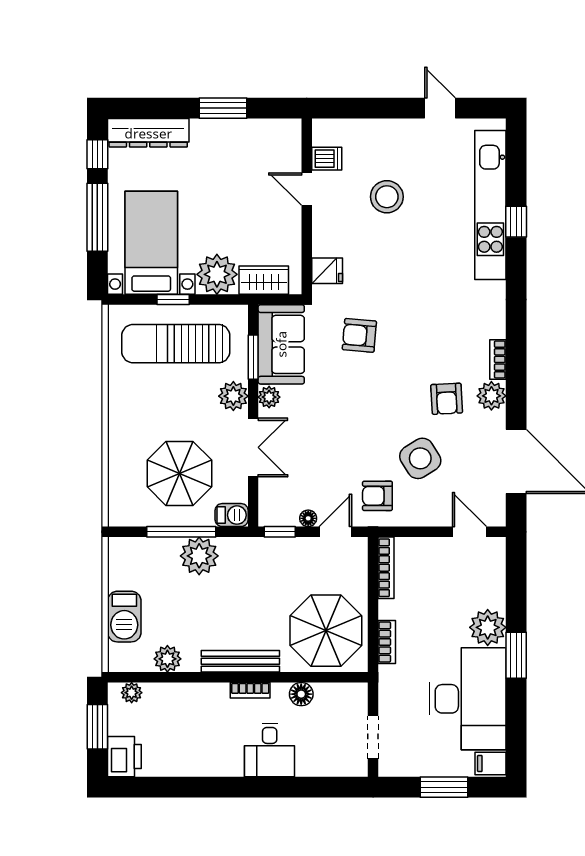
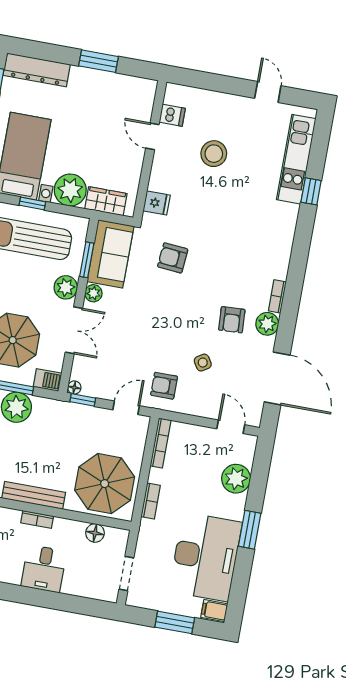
kitchen unit: (490, 205) -> (296, 159), width x0.73
side table: (420, 458) -> (203, 363), width x0.54, depth x0.54
floor lamp: (308, 518) -> (74, 388), moved
plant: (488, 627) -> (236, 479), moved
floor lamp: (301, 694) -> (95, 533), moved

